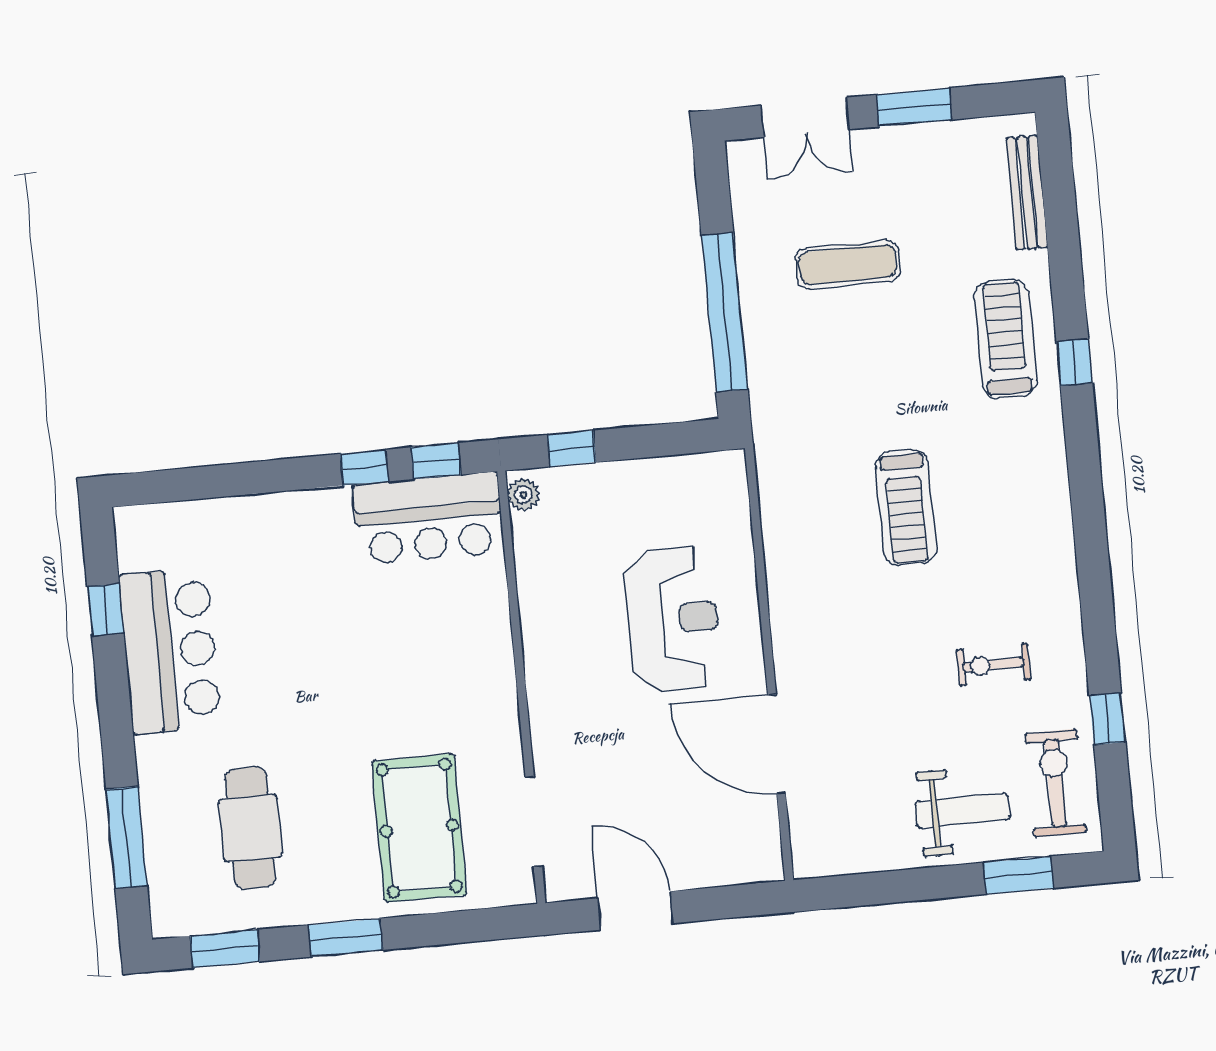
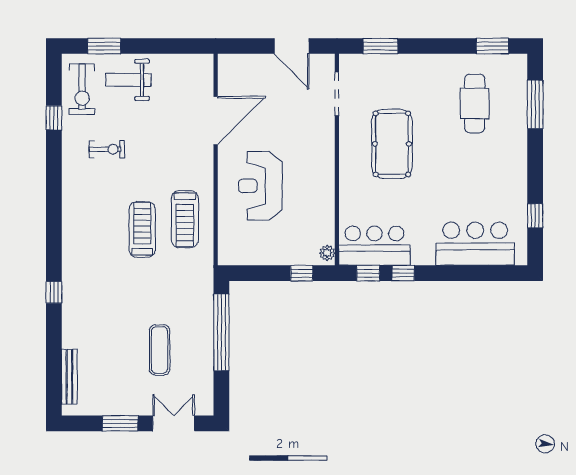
exercise mat: (848, 265) -> (160, 350), turned 90
treadmill: (1005, 339) -> (185, 219), moved
bar counter: (170, 651) -> (475, 244), moved, turned 90
door: (777, 744) -> (216, 120), hinge flipped
pool table: (419, 828) -> (392, 144), moved
window: (346, 938) -> (380, 46), moved

